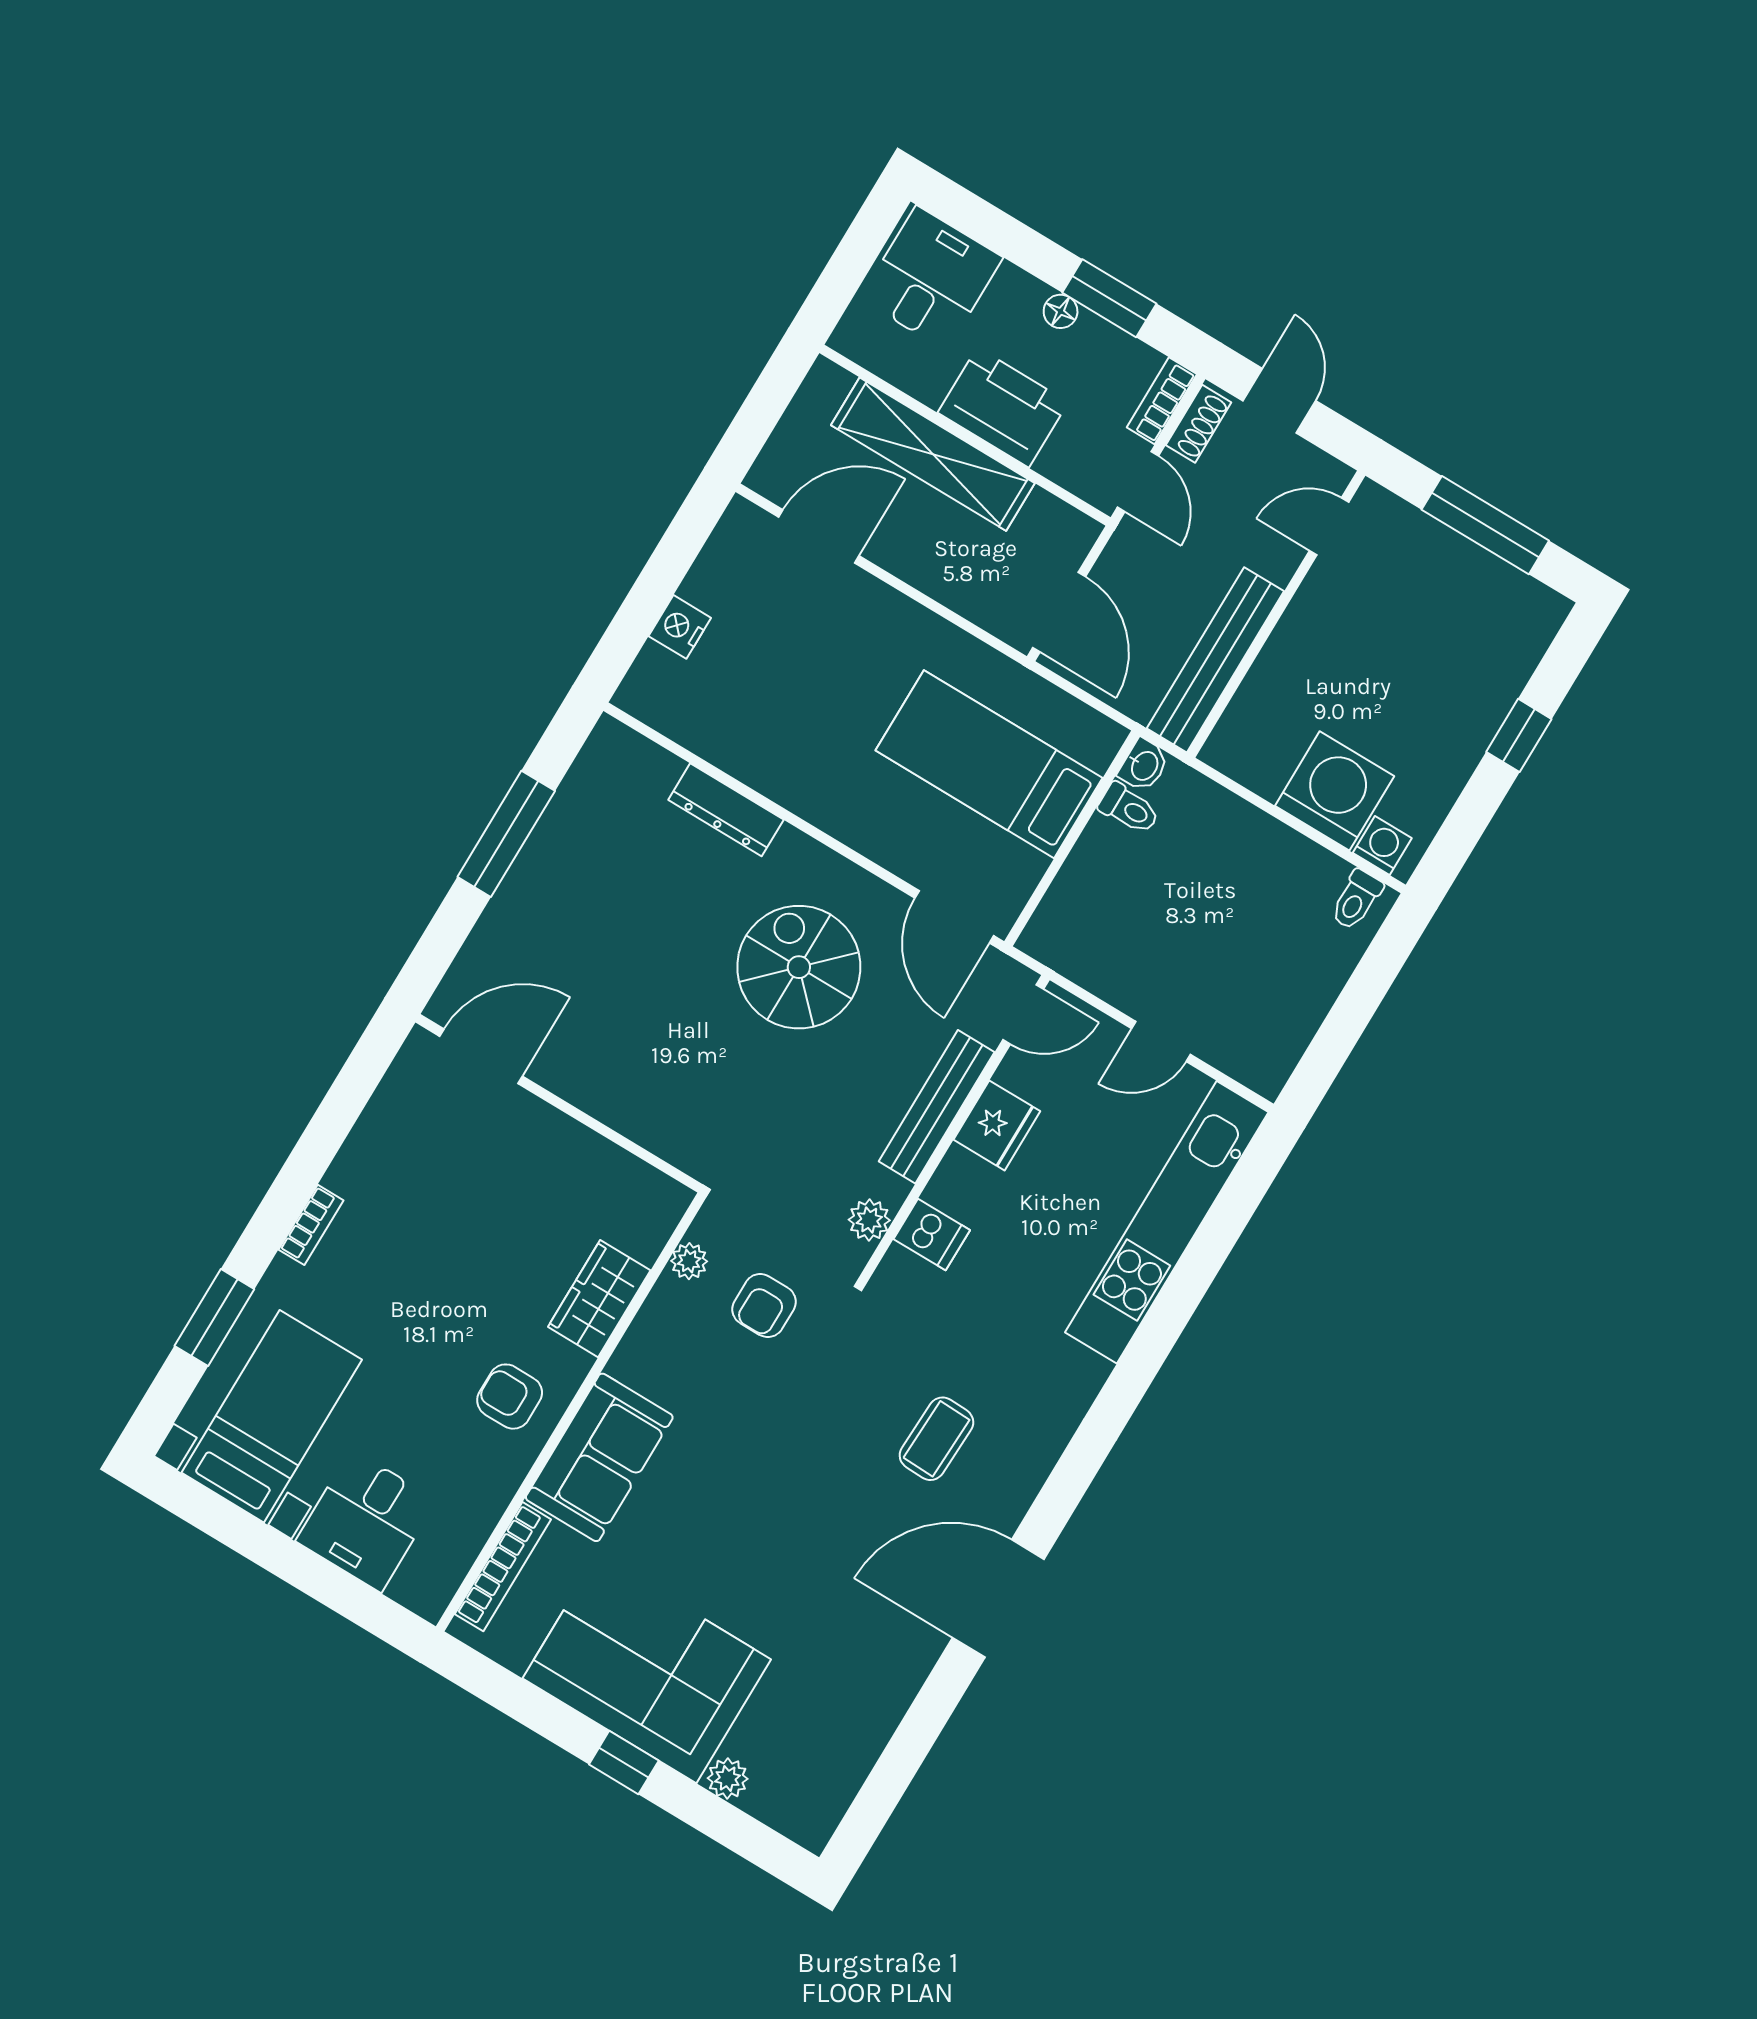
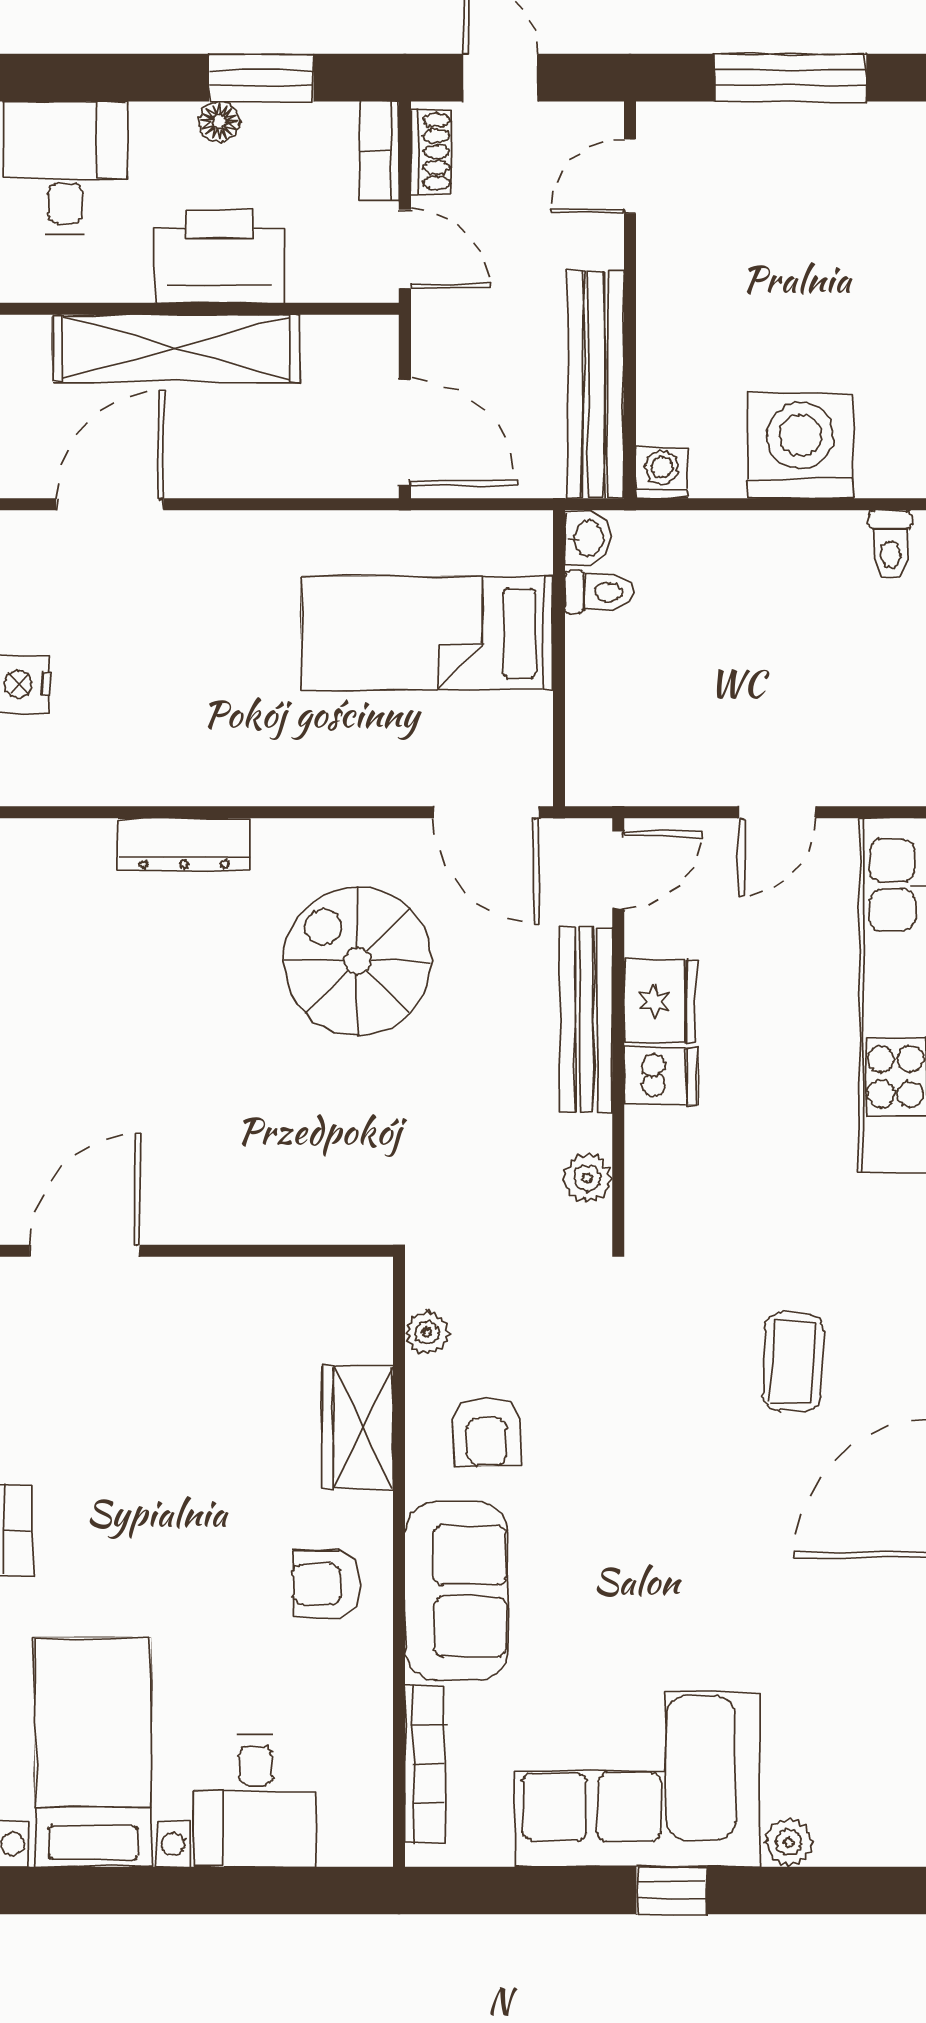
washing machine: (1382, 845) -> (662, 472), moved
dishwasher: (932, 1235) -> (661, 1076), moved
armchair: (764, 1306) -> (487, 1432), moved

